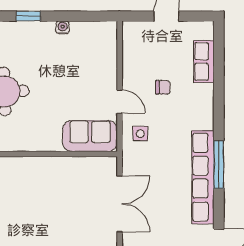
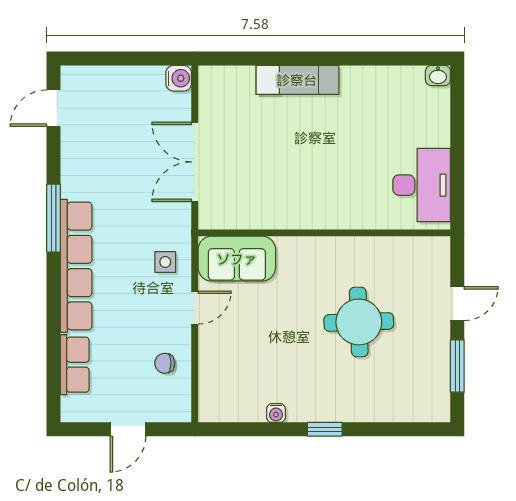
chair: (163, 87) -> (165, 363), moved
door: (120, 102) -> (195, 308), swing flipped
row of seats: (203, 177) -> (76, 266), moved

